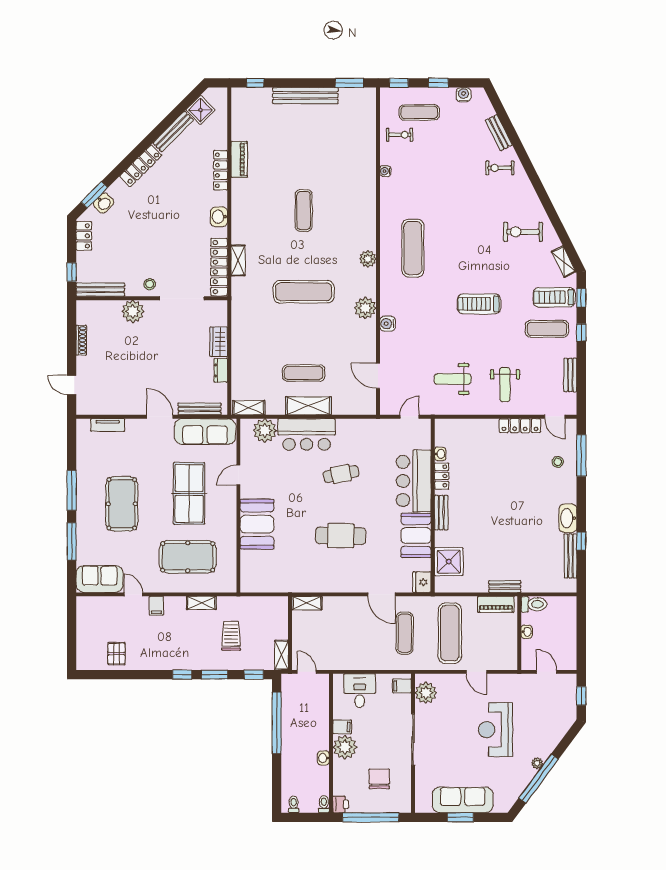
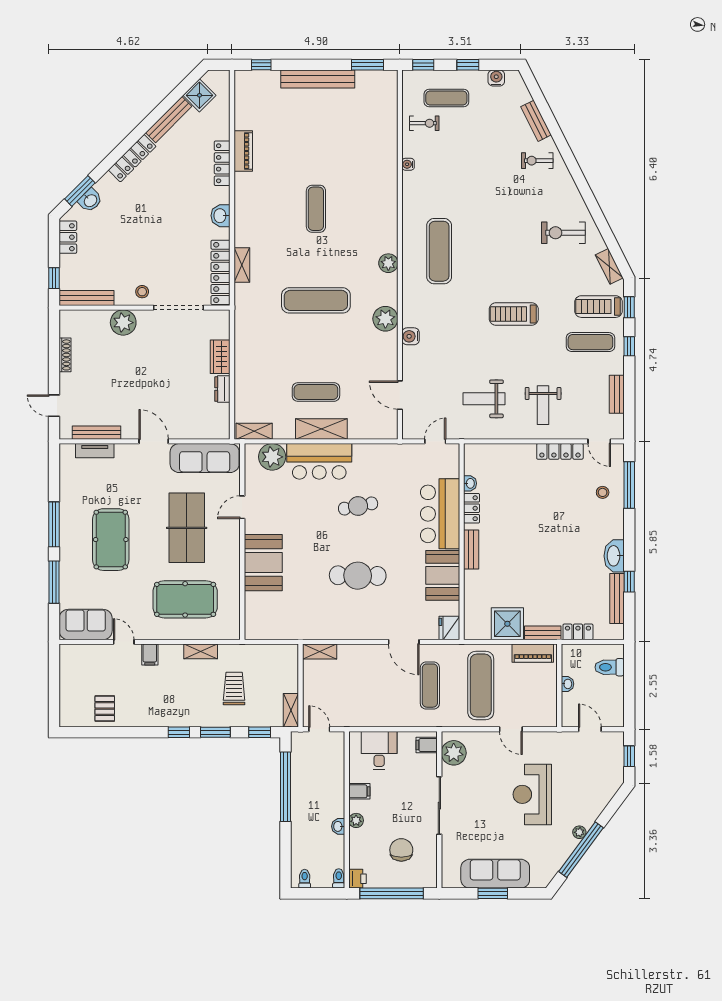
bench: (200, 409) -> (96, 433), moved
shower: (449, 562) -> (507, 624), moved
locker: (536, 586) -> (578, 632), added
toilet: (534, 604) -> (610, 667), moved, turned 180
plant: (345, 747) -> (356, 820), width x0.53, depth x0.53

